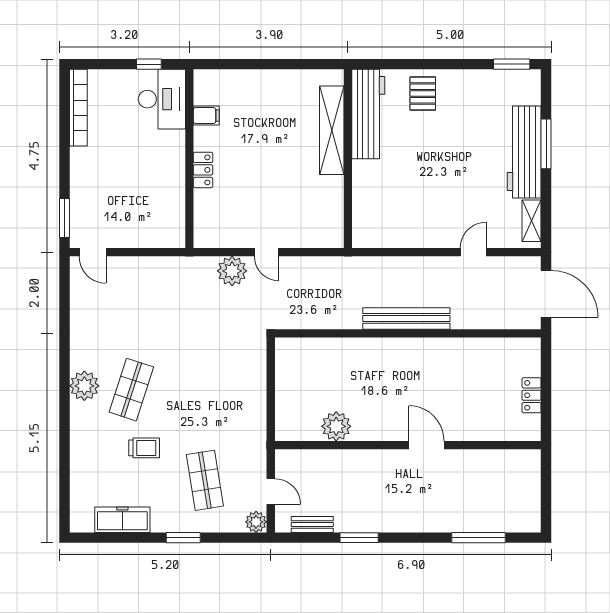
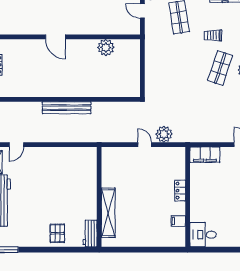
window: (149, 64) -> (210, 250), removed
desk: (162, 99) -> (203, 235), width x0.73
workbench: (368, 114) -> (90, 233), width x0.53, depth x0.76
filing cabinet: (159, 234) -> (205, 155), added
door: (473, 252) -> (16, 145), moved

